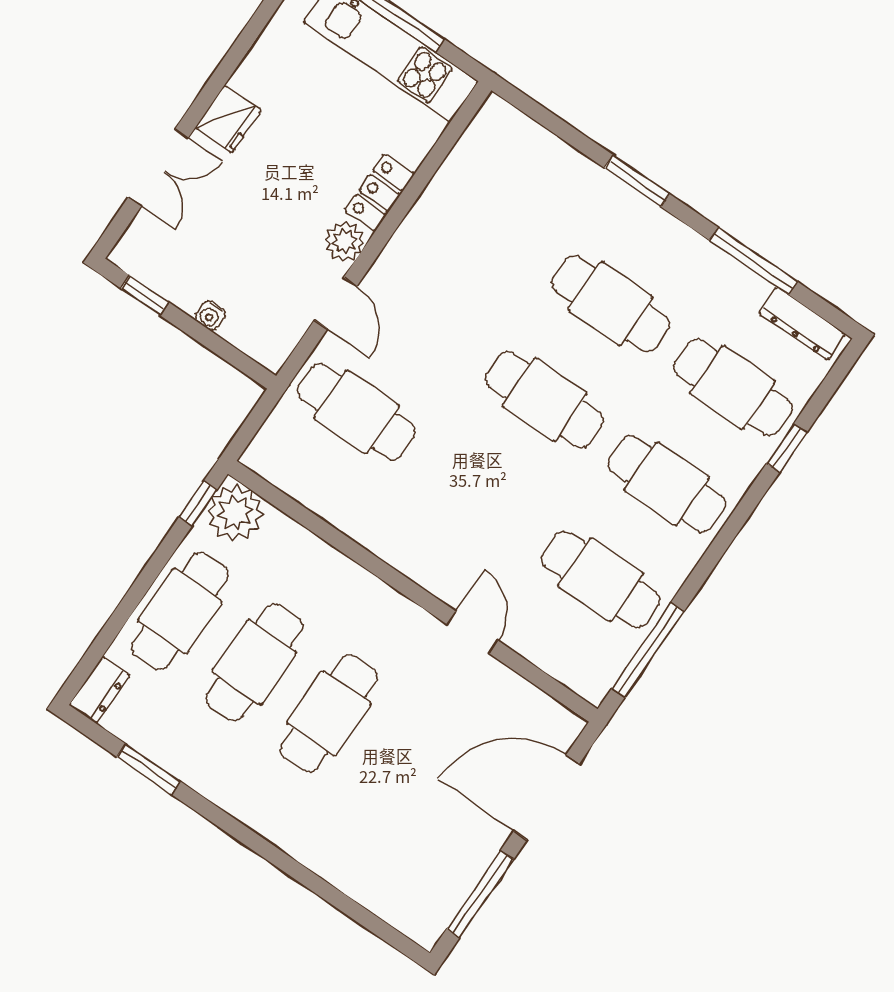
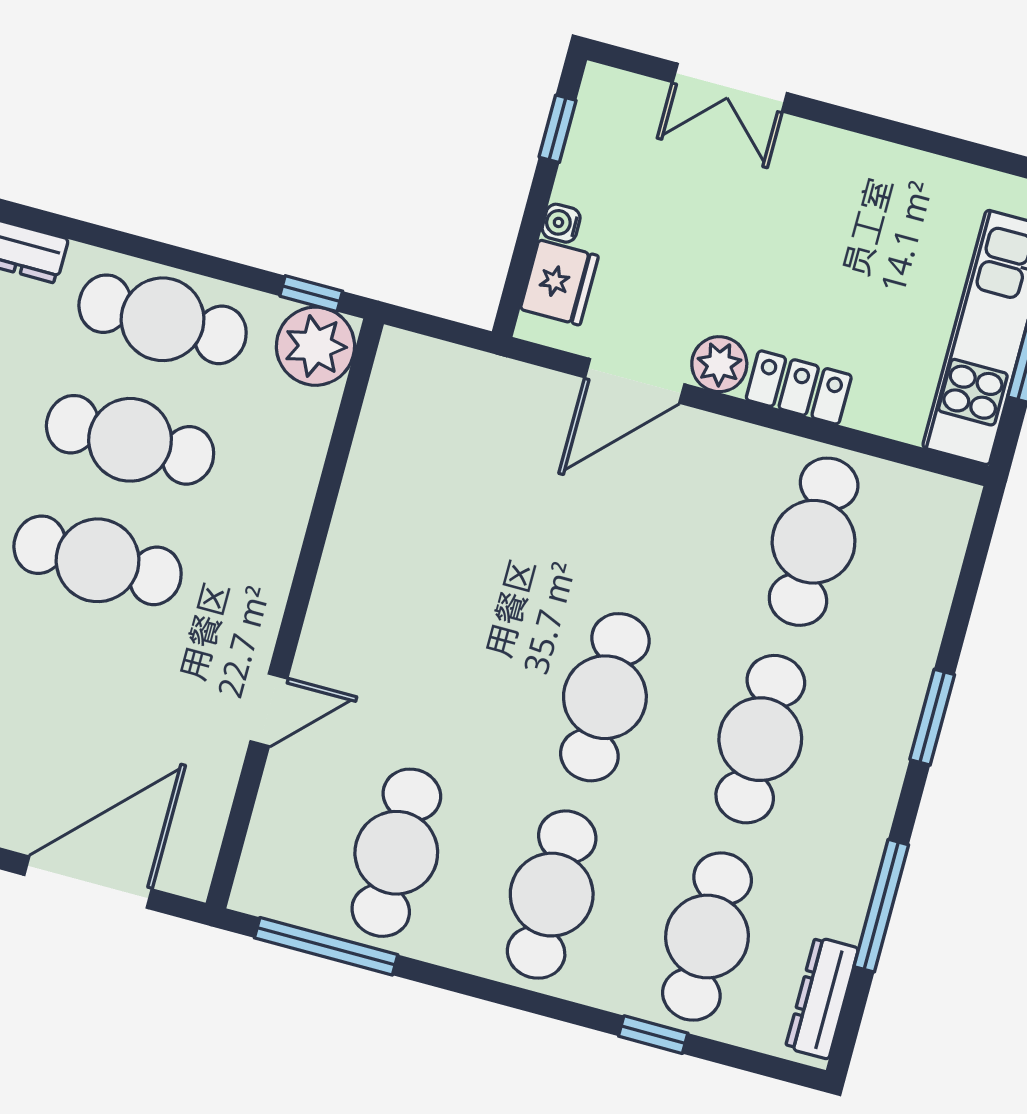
fridge: (228, 119) -> (559, 282), moved, turned -90
door: (336, 303) -> (635, 381), width x1.38
cafe table: (356, 412) -> (814, 542), moved
door: (547, 797) -> (88, 882), hinge flipped

